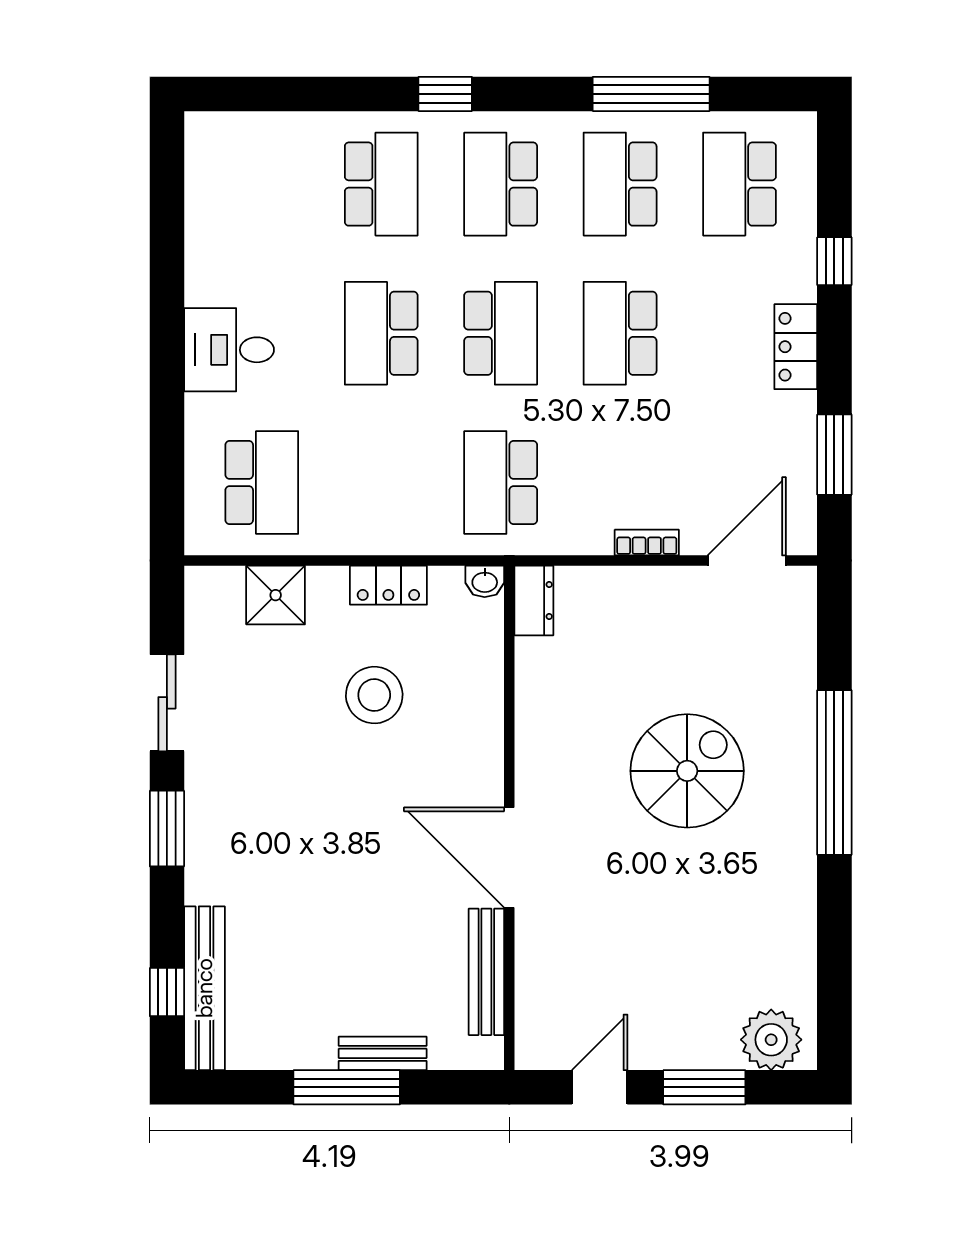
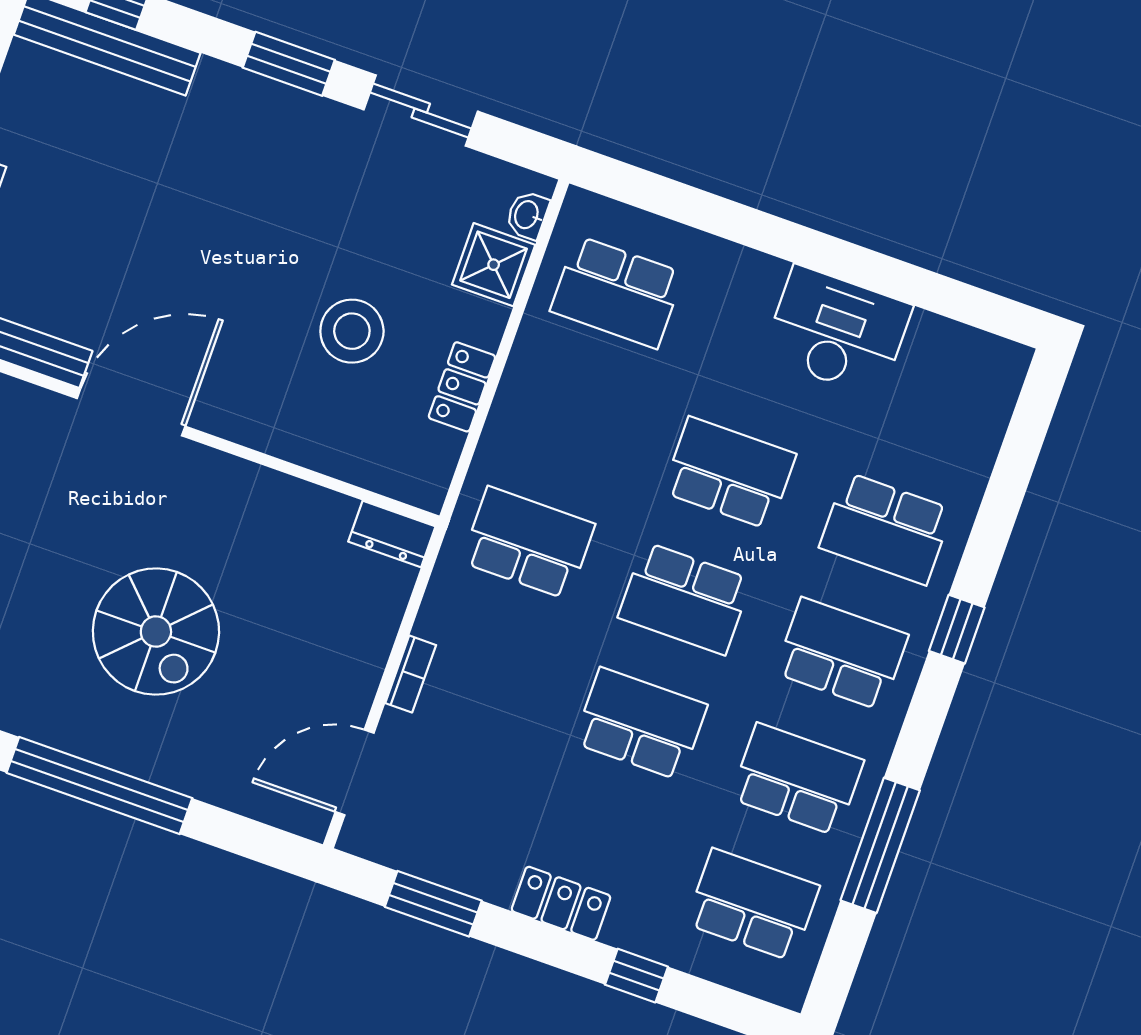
desk: (229, 350) -> (837, 331), moved, width x1.37
door: (747, 561) -> (355, 772), swing flipped
washbasin: (485, 581) -> (527, 215), moved

